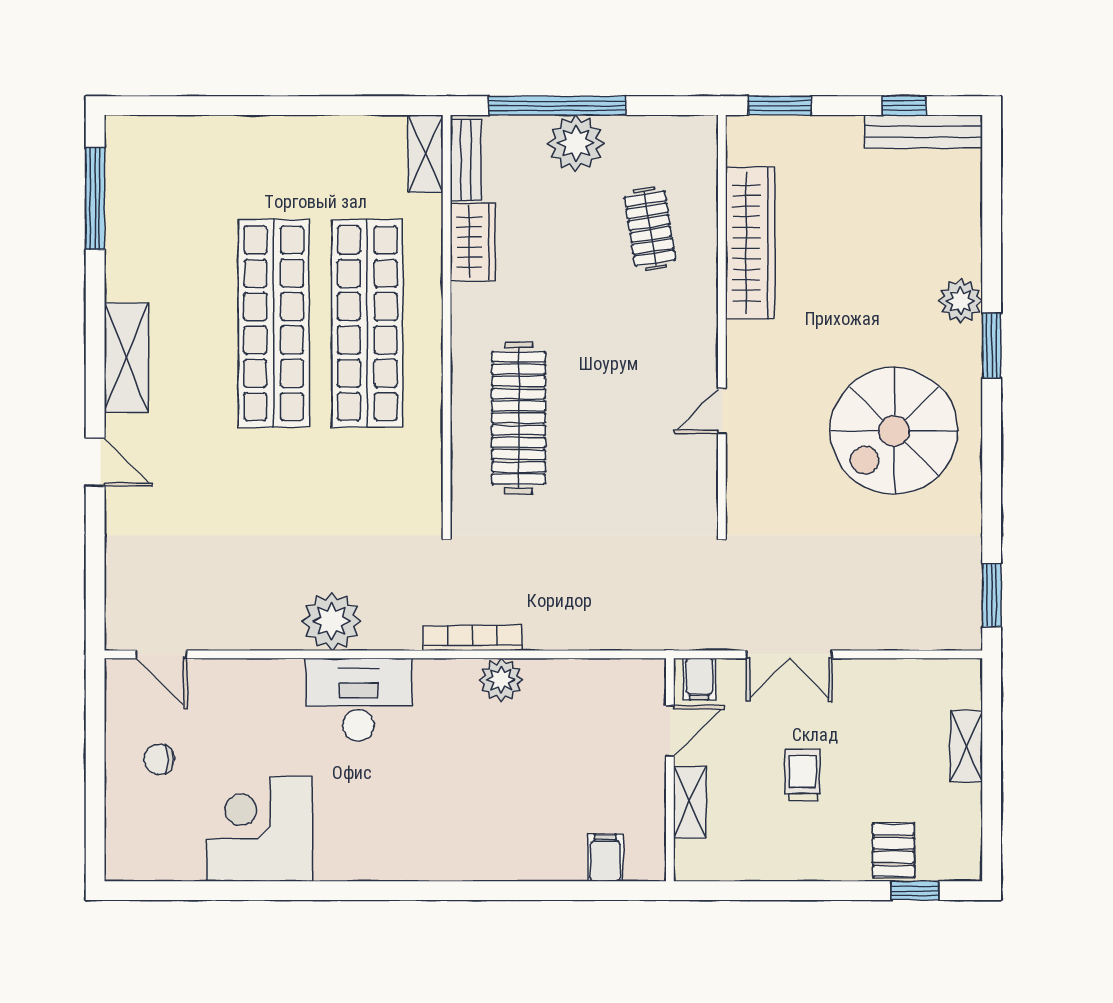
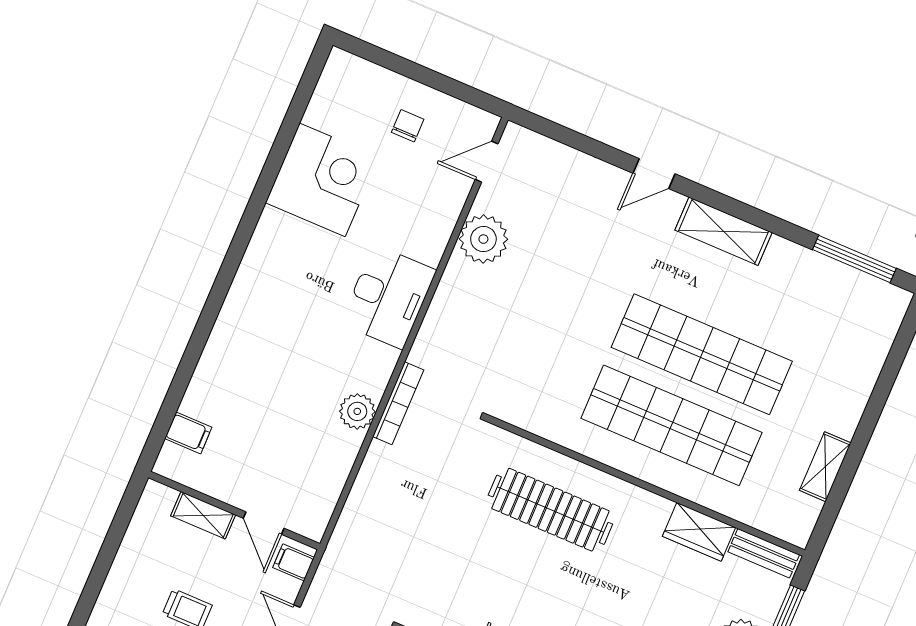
shelving: (425, 154) -> (825, 467), moved, turned 90
plant: (331, 621) -> (483, 239), moved

